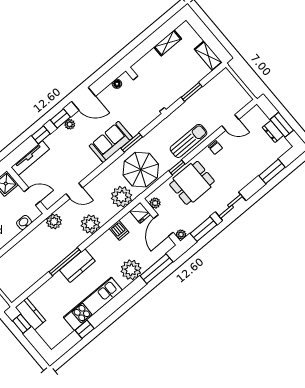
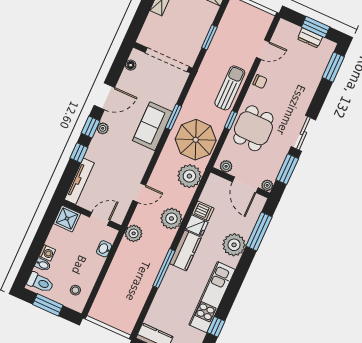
window: (272, 171) -> (333, 67), moved
fridge: (140, 213) -> (197, 226), moved
kitchen counter: (77, 266) -> (185, 251), moved

